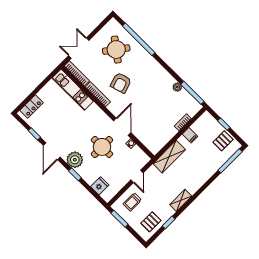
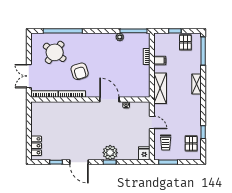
kitchen unit: (73, 90) -> (52, 108), removed
round table: (102, 147) -> (109, 126), removed
plant: (75, 160) -> (110, 153), moved
fridge: (100, 186) -> (144, 153), moved
shelving: (181, 200) -> (197, 84), moved

